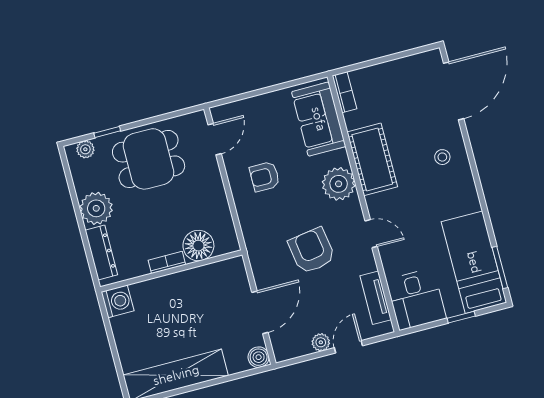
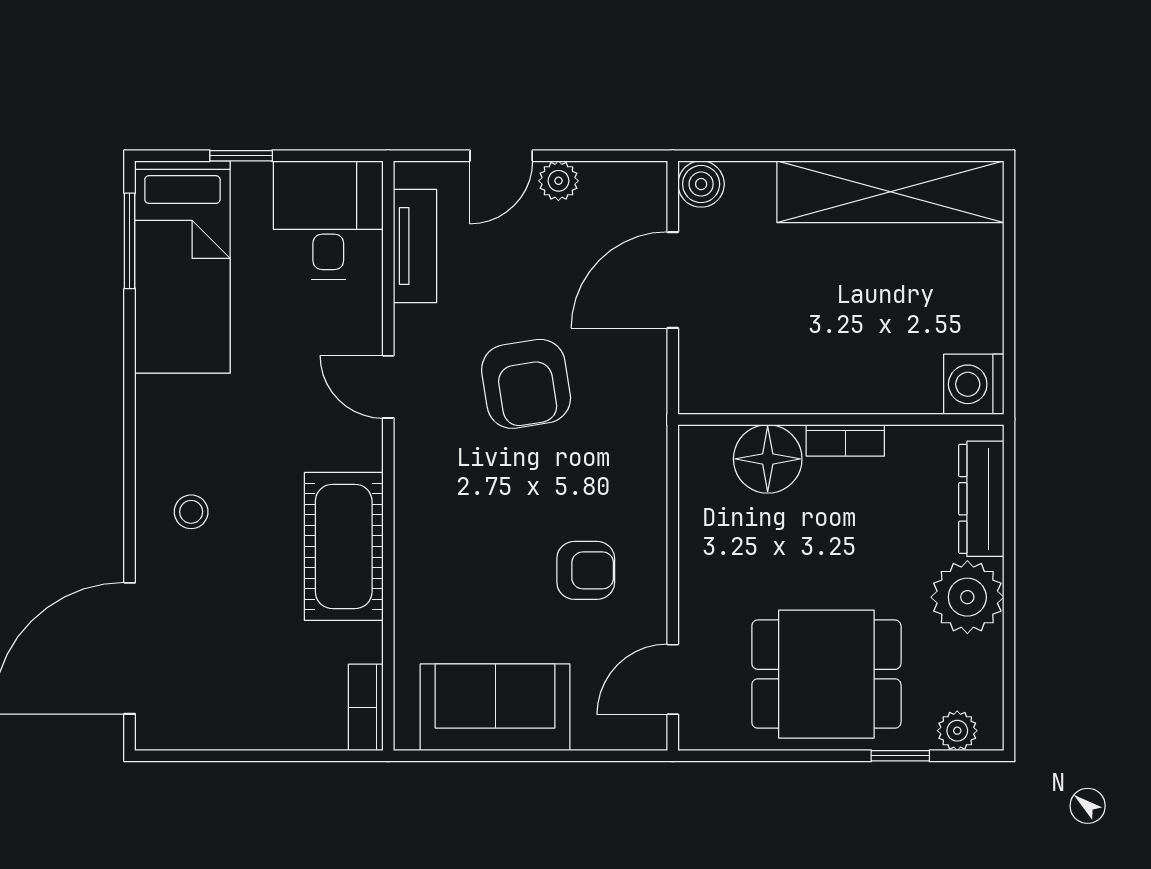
sofa: (319, 119) -> (495, 707), moved, turned -90
plant: (339, 184) -> (430, 513), removed

